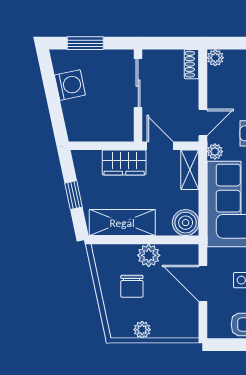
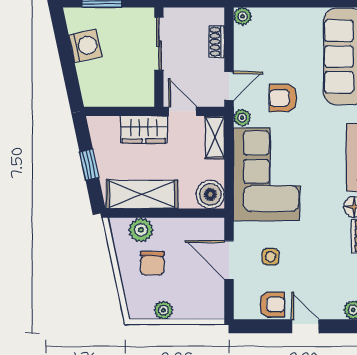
shoe rack: (192, 64) -> (217, 42), moved
plant: (149, 255) -> (141, 230), moved

